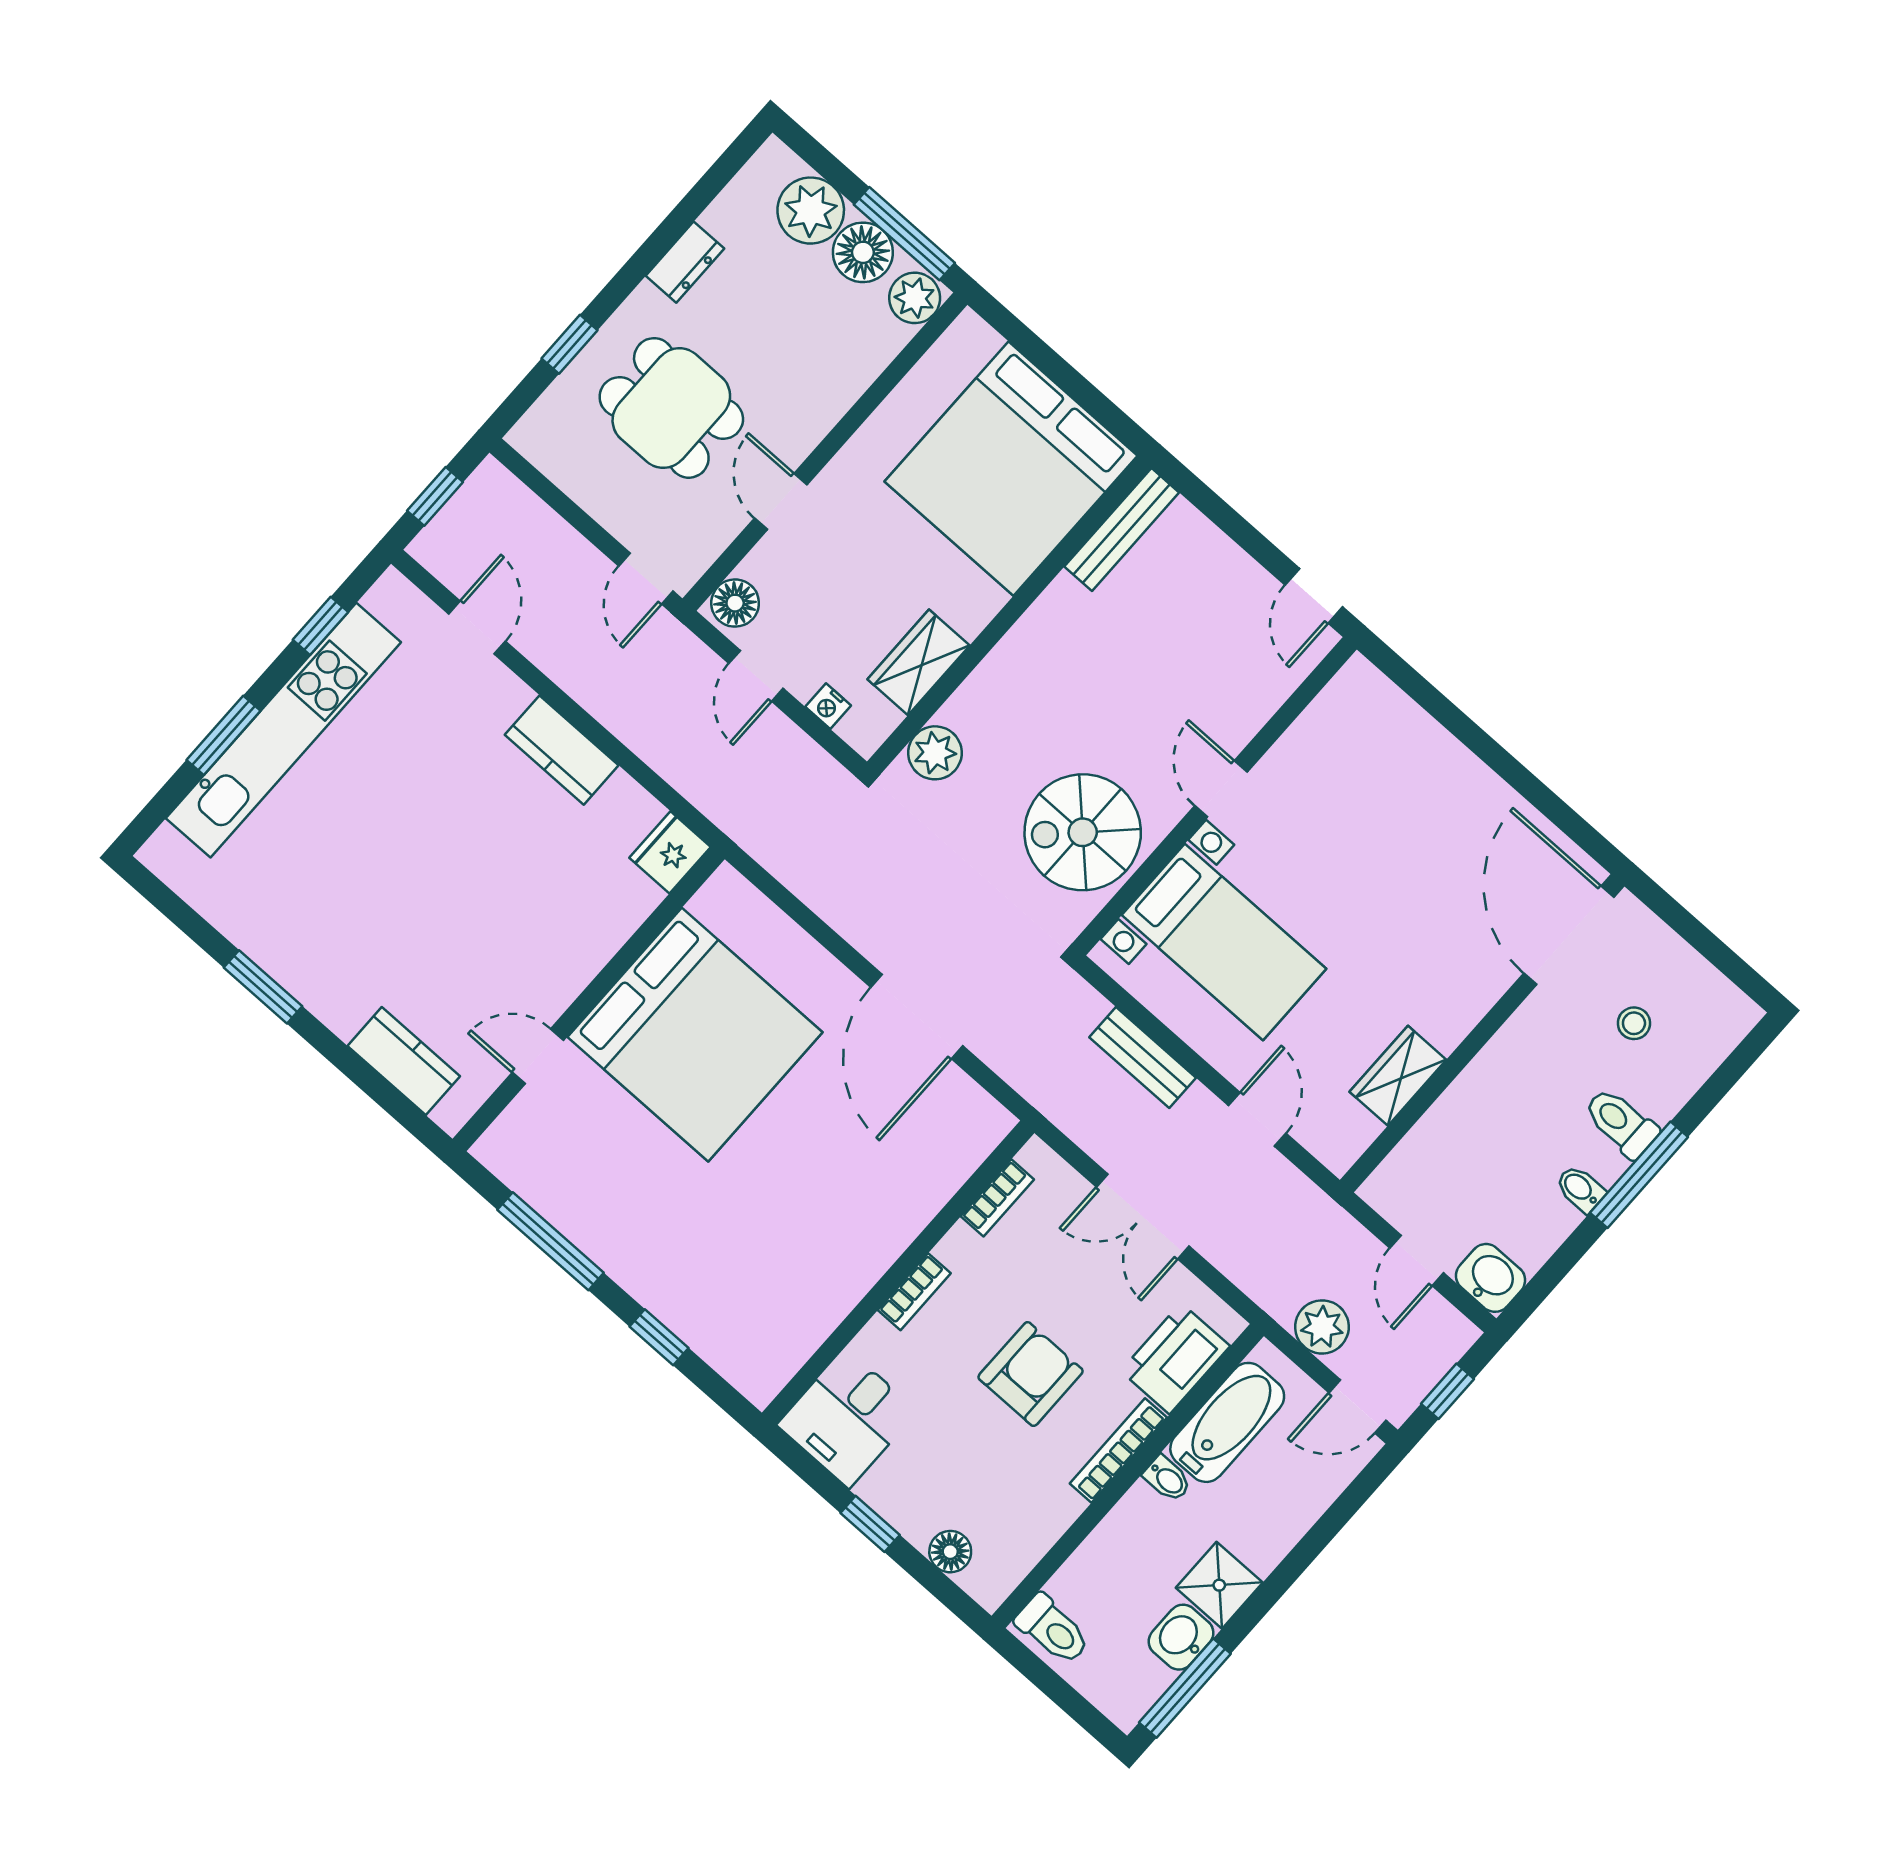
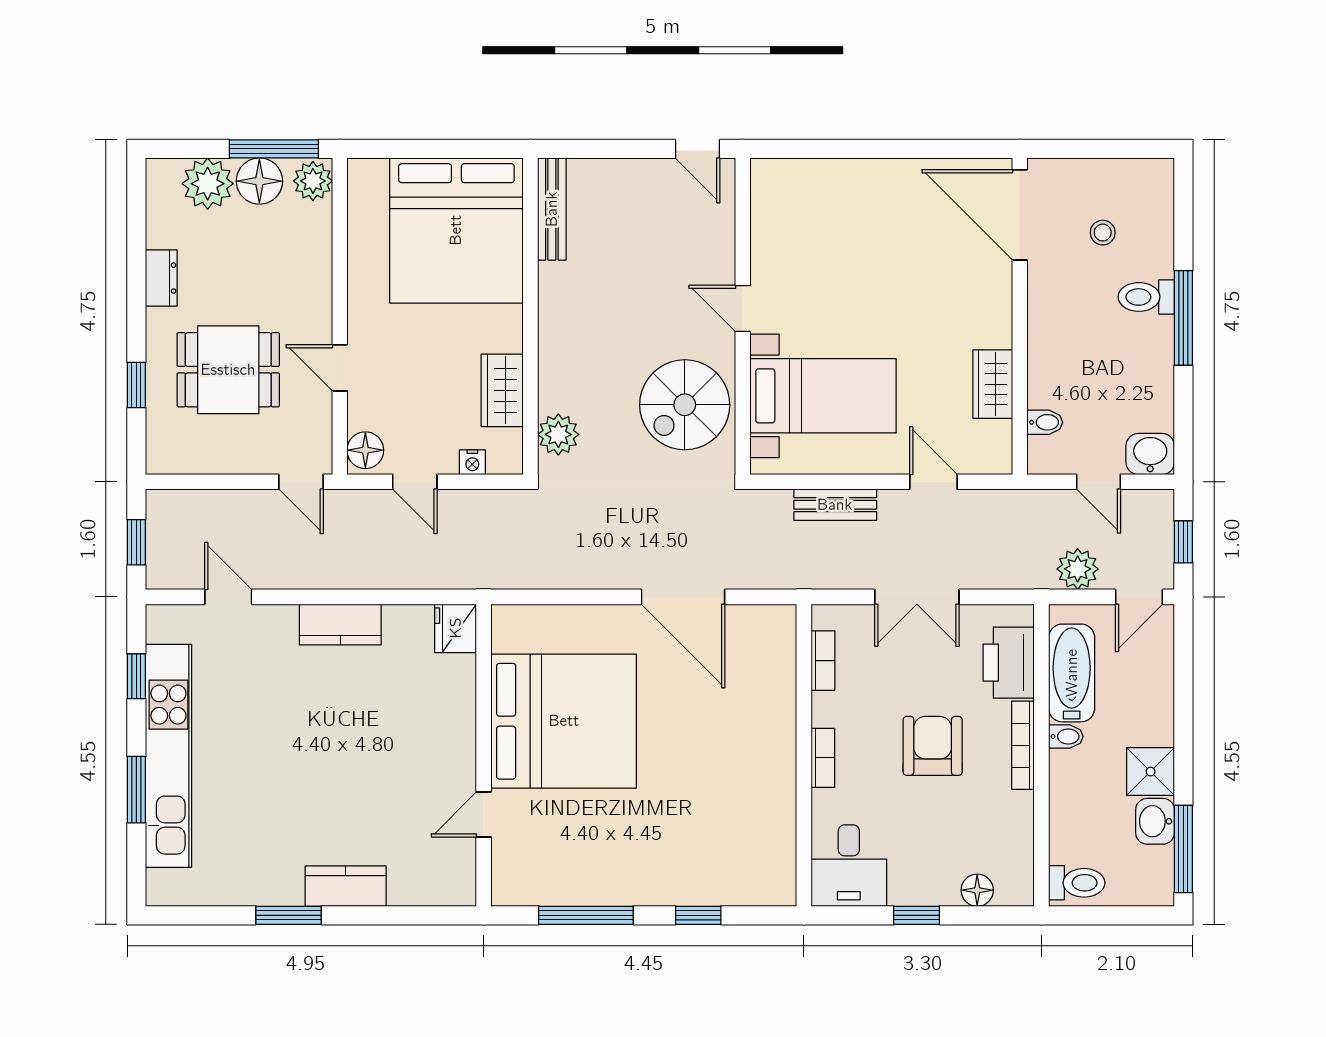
kitchen counter: (404, 1061) -> (346, 886), moved
bidet: (1580, 1189) -> (1045, 422), moved, turned 180

